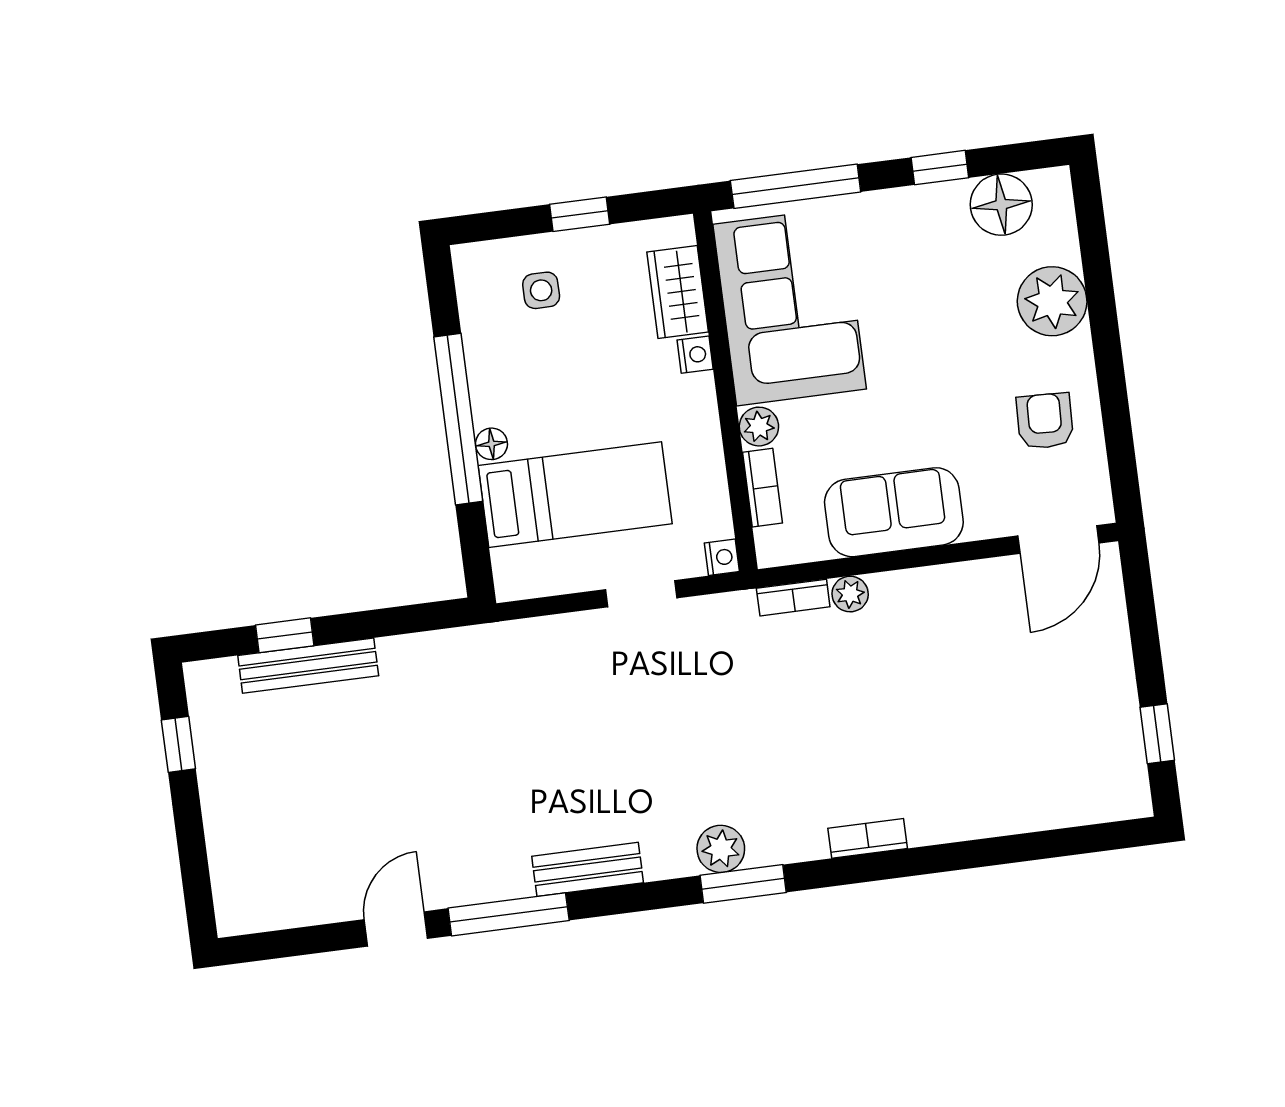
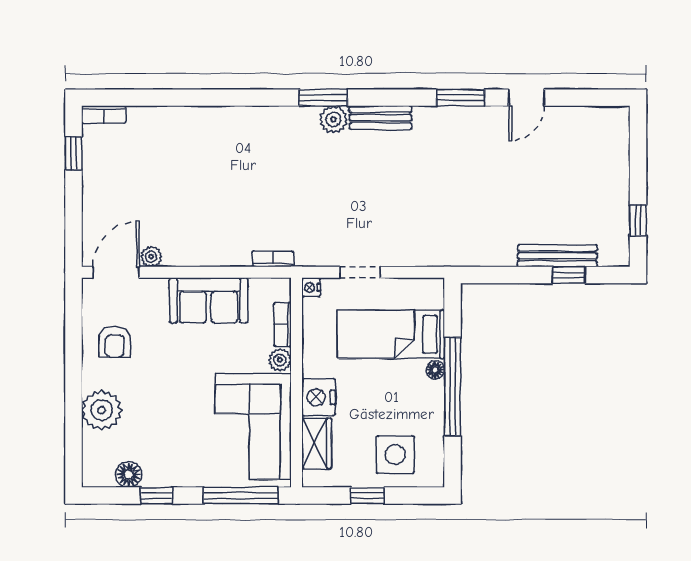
floor lamp: (1001, 205) -> (129, 474), width x0.73, depth x0.73
side table: (541, 290) -> (395, 455), width x1.87, depth x1.87
nightstand: (695, 355) -> (319, 397), width x1.89, depth x1.79
plant: (850, 594) -> (151, 257), moved
bookcase: (868, 838) -> (104, 115), moved
bench: (588, 869) -> (381, 118), moved
window: (509, 914) -> (461, 98), width x0.69

